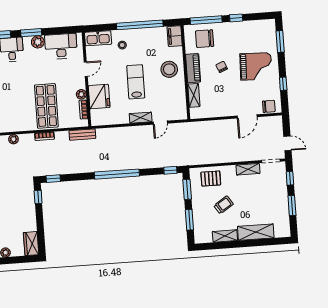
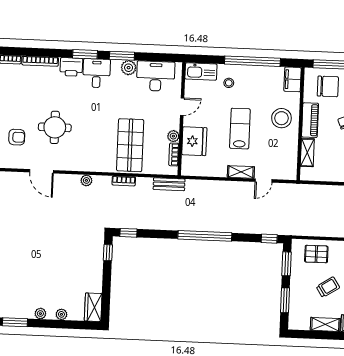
chair: (205, 39) -> (328, 86), turned 180

